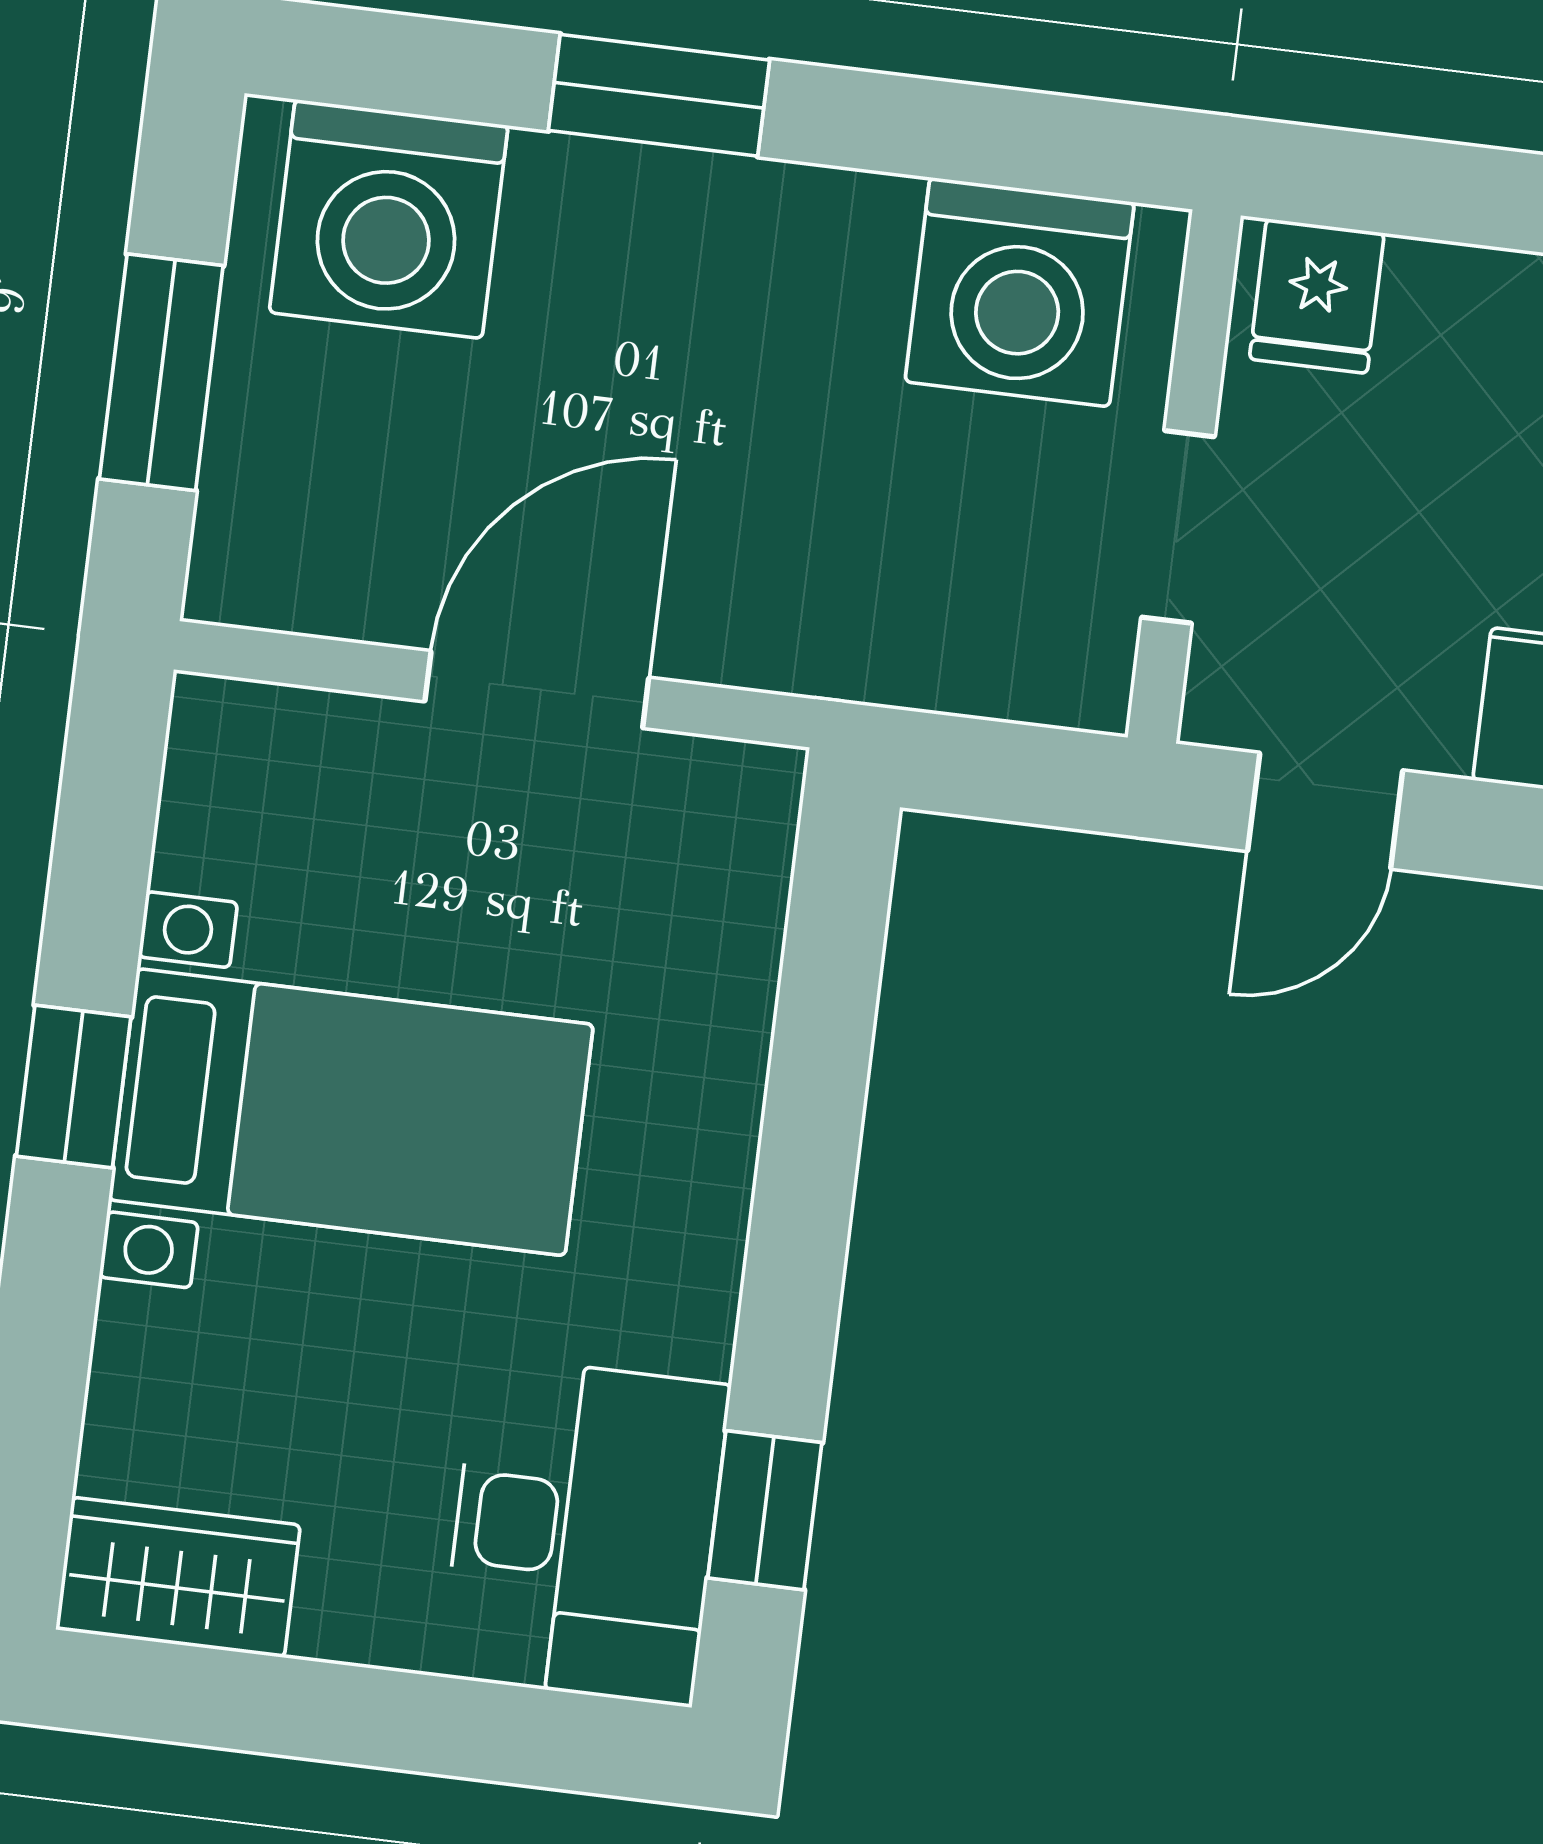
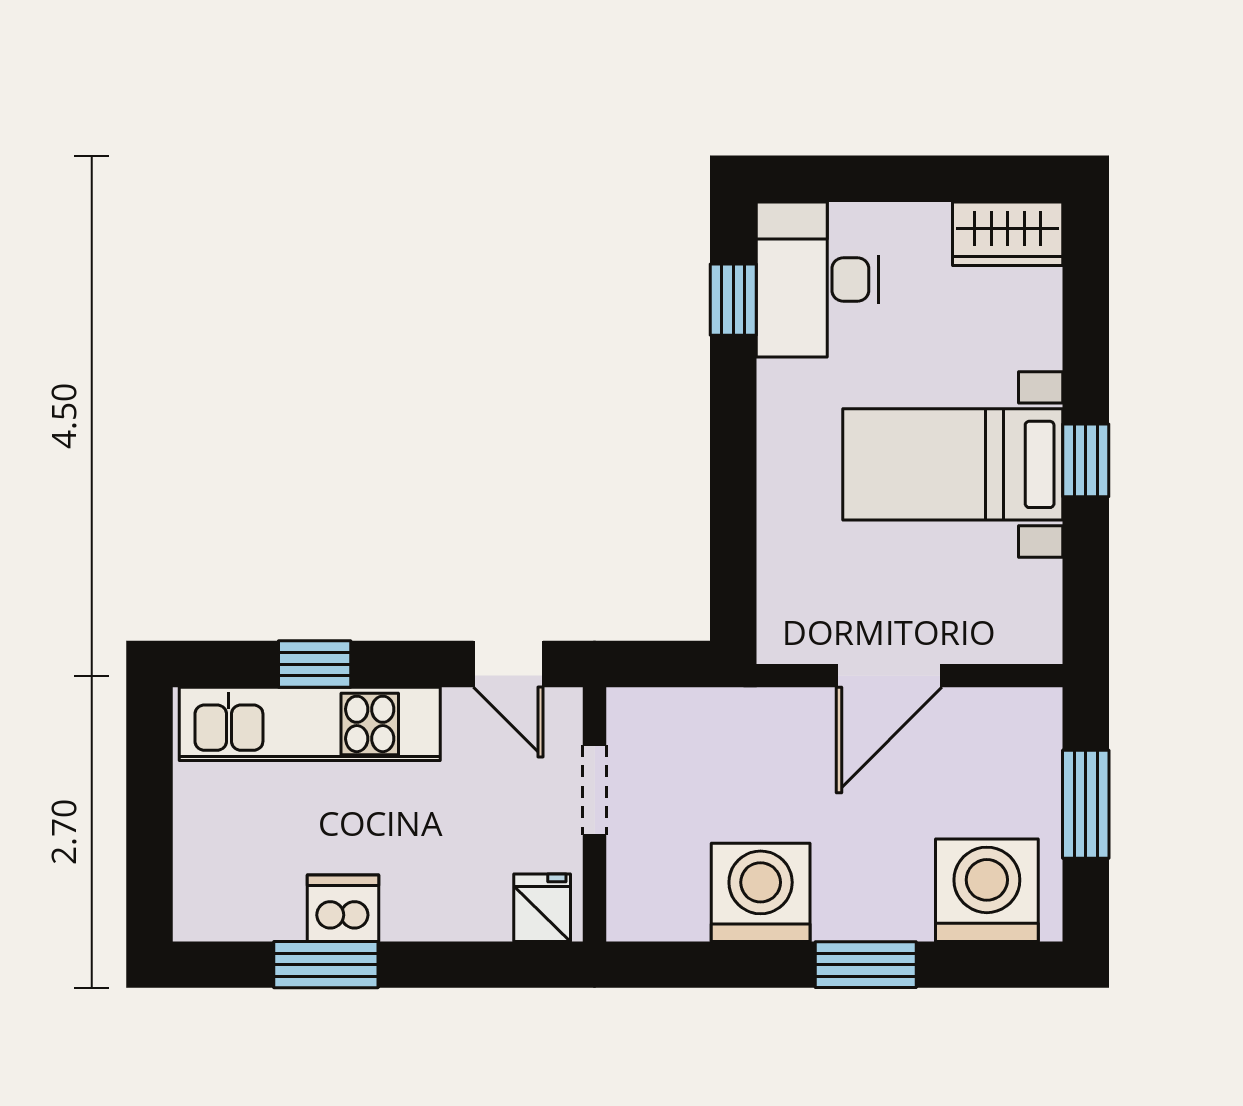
washing machine: (1020, 292) -> (761, 892), moved
door: (1325, 811) -> (508, 664), swing flipped

